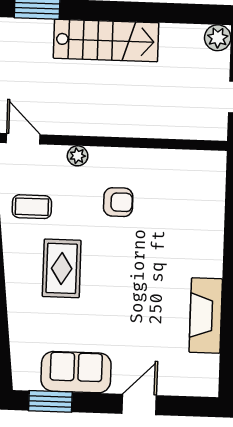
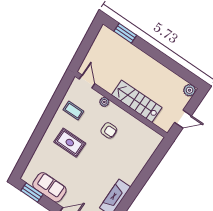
stairs: (106, 40) -> (137, 101), moved, turned 180
rug: (62, 268) -> (70, 143), turned 90

